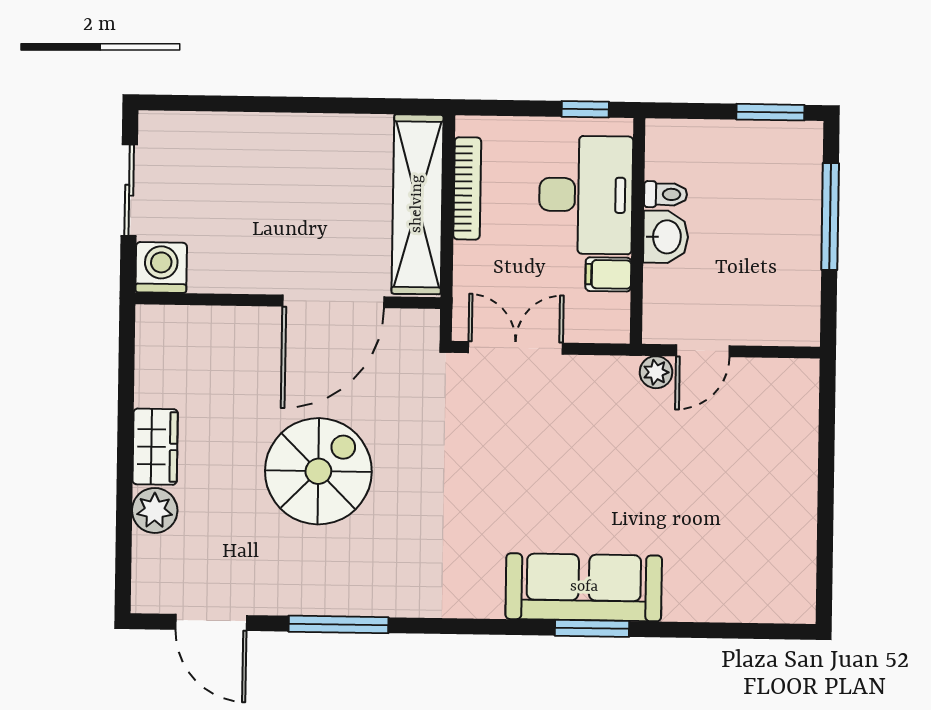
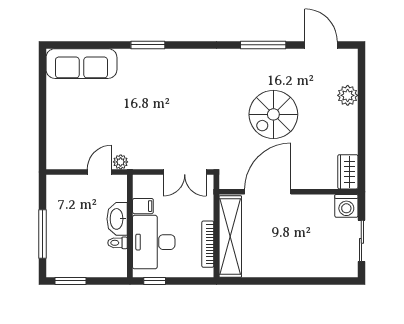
washbasin: (666, 237) -> (117, 219), width x1.38
wardrobe: (155, 447) -> (348, 172), moved
sofa: (584, 587) -> (81, 64), moved

